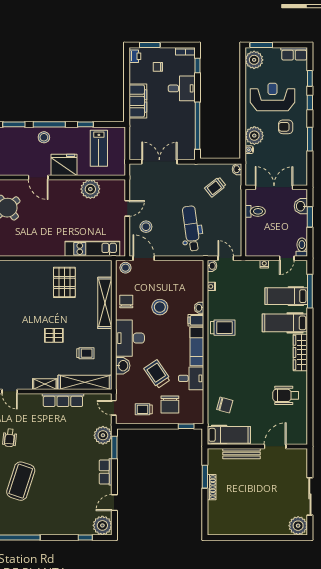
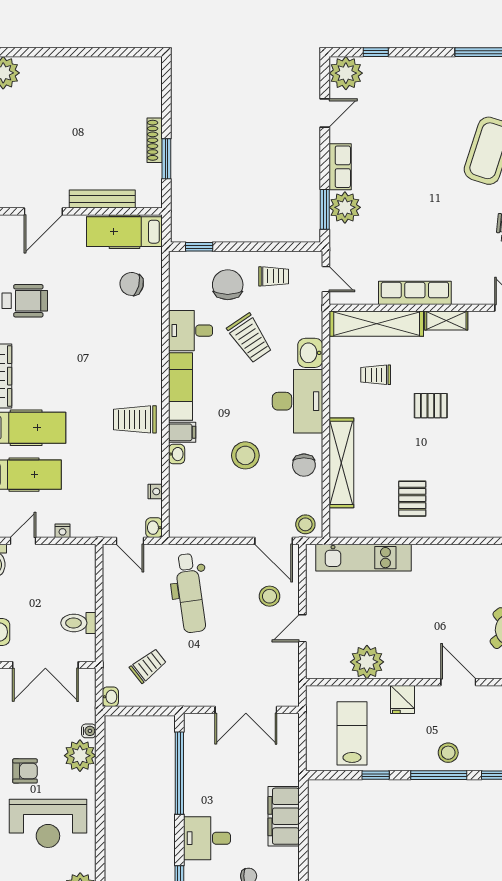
fridge: (64, 165) -> (403, 699), width x0.53, depth x0.75
pallet: (64, 282) -> (412, 499), width x0.67, depth x0.71
plant: (103, 435) -> (345, 207), moved

